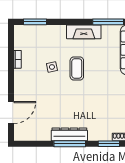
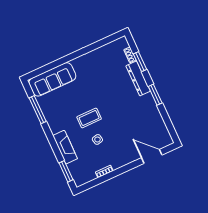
fireplace: (84, 32) -> (65, 147), moved
dresser: (69, 134) -> (138, 78), moved
window: (70, 144) -> (155, 95), width x0.69

